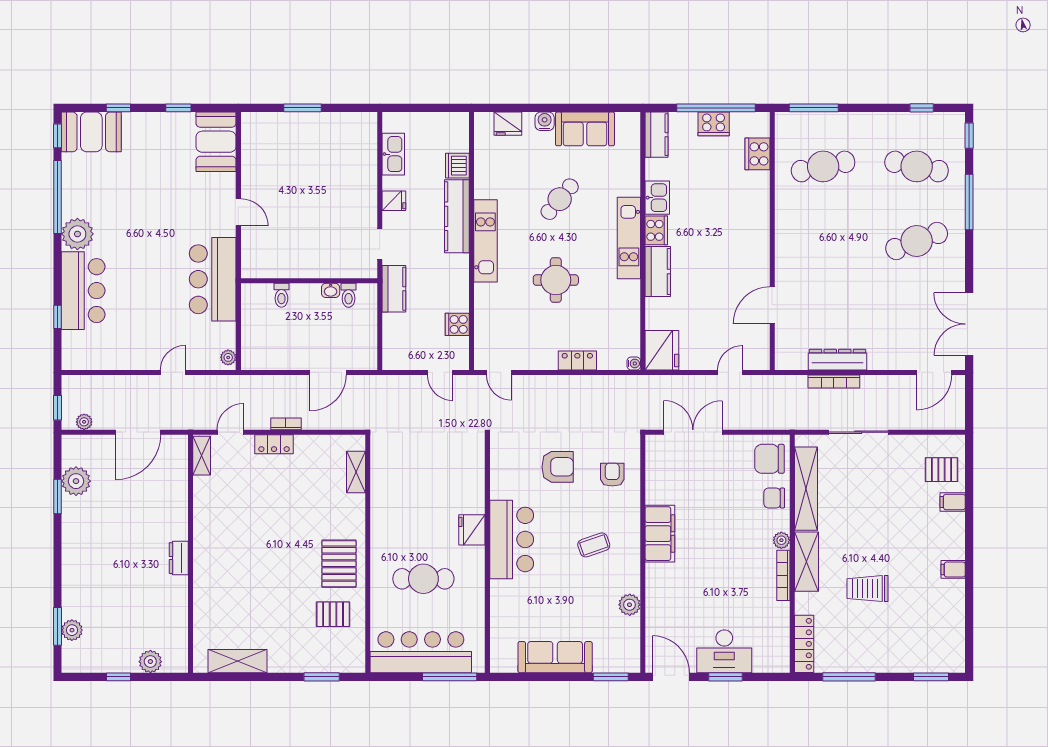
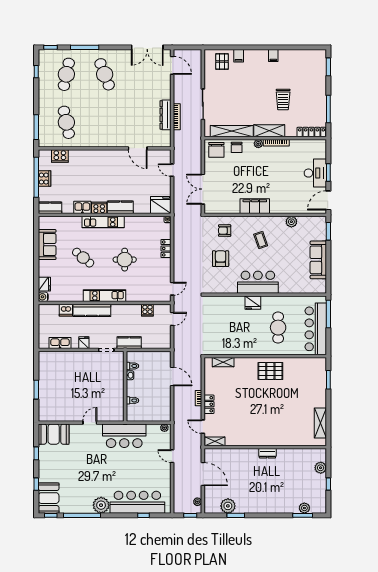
water cooler: (545, 121) -> (43, 297), moved
bar counter: (83, 291) -> (137, 502), width x1.36
pallet: (333, 614) -> (296, 374), removed

